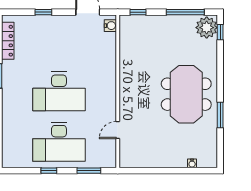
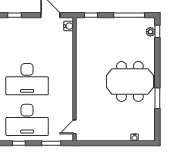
plant: (207, 28) -> (150, 32), width x0.53, depth x0.53
meeting table: (186, 94) -> (130, 81), turned 90
door: (118, 130) -> (75, 127), moved

